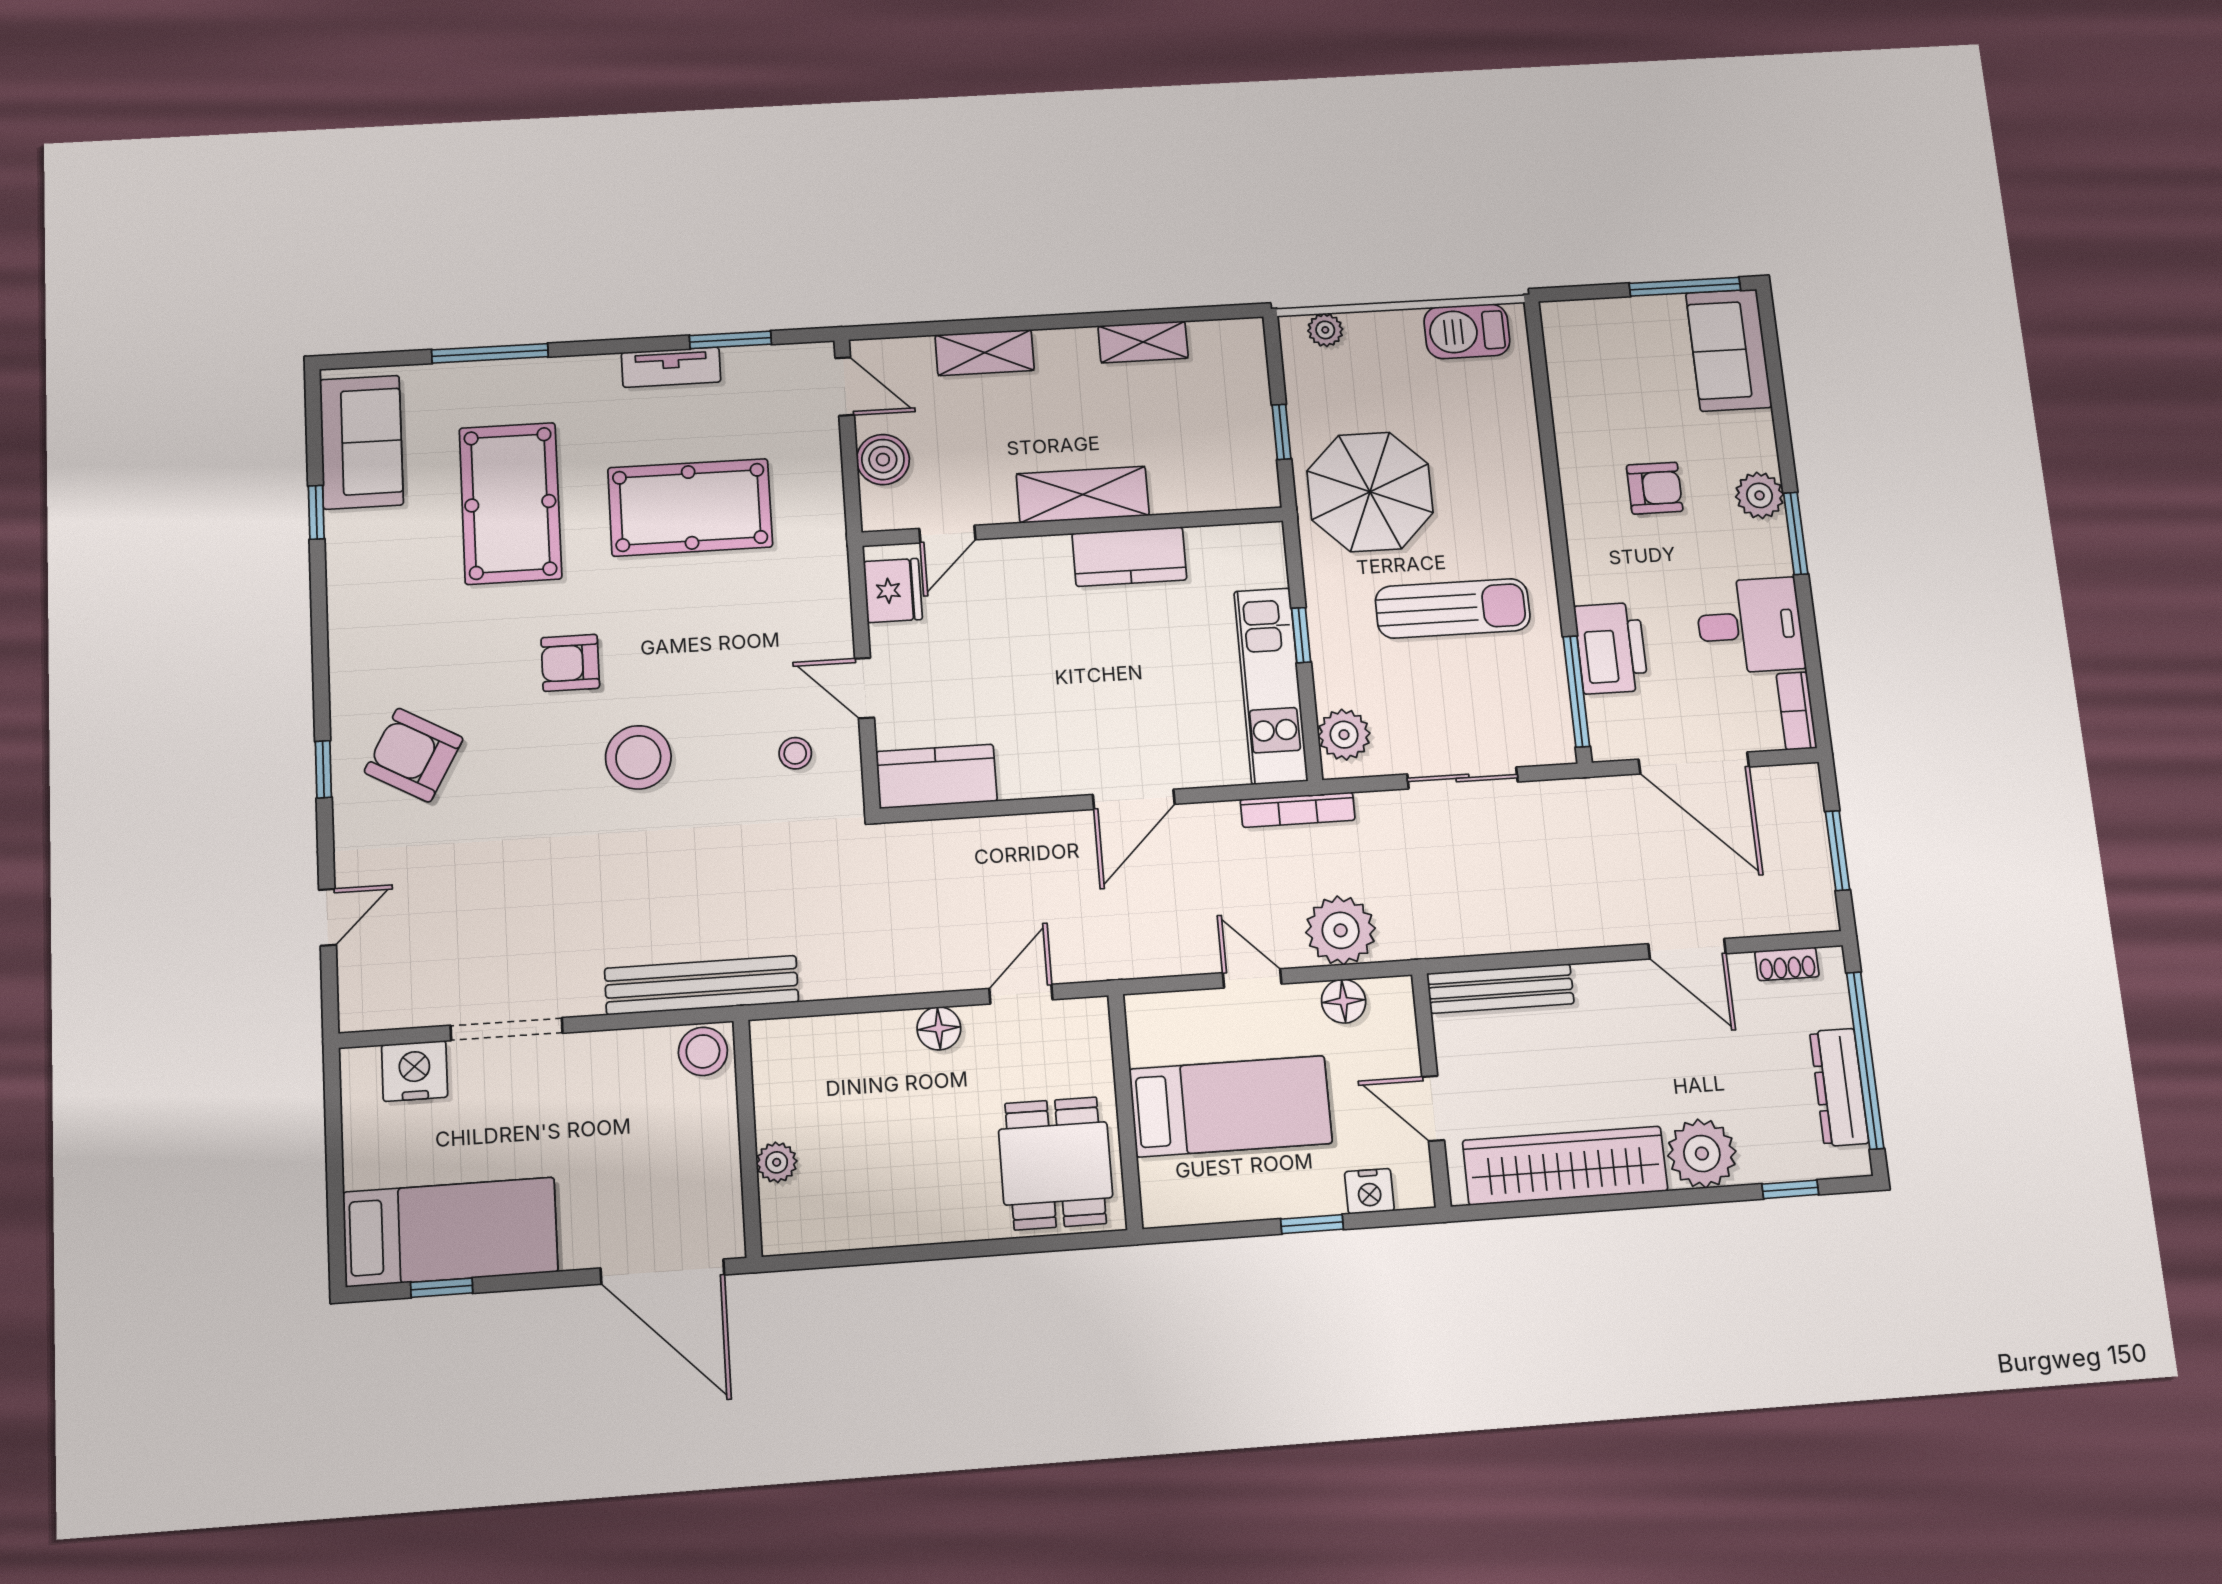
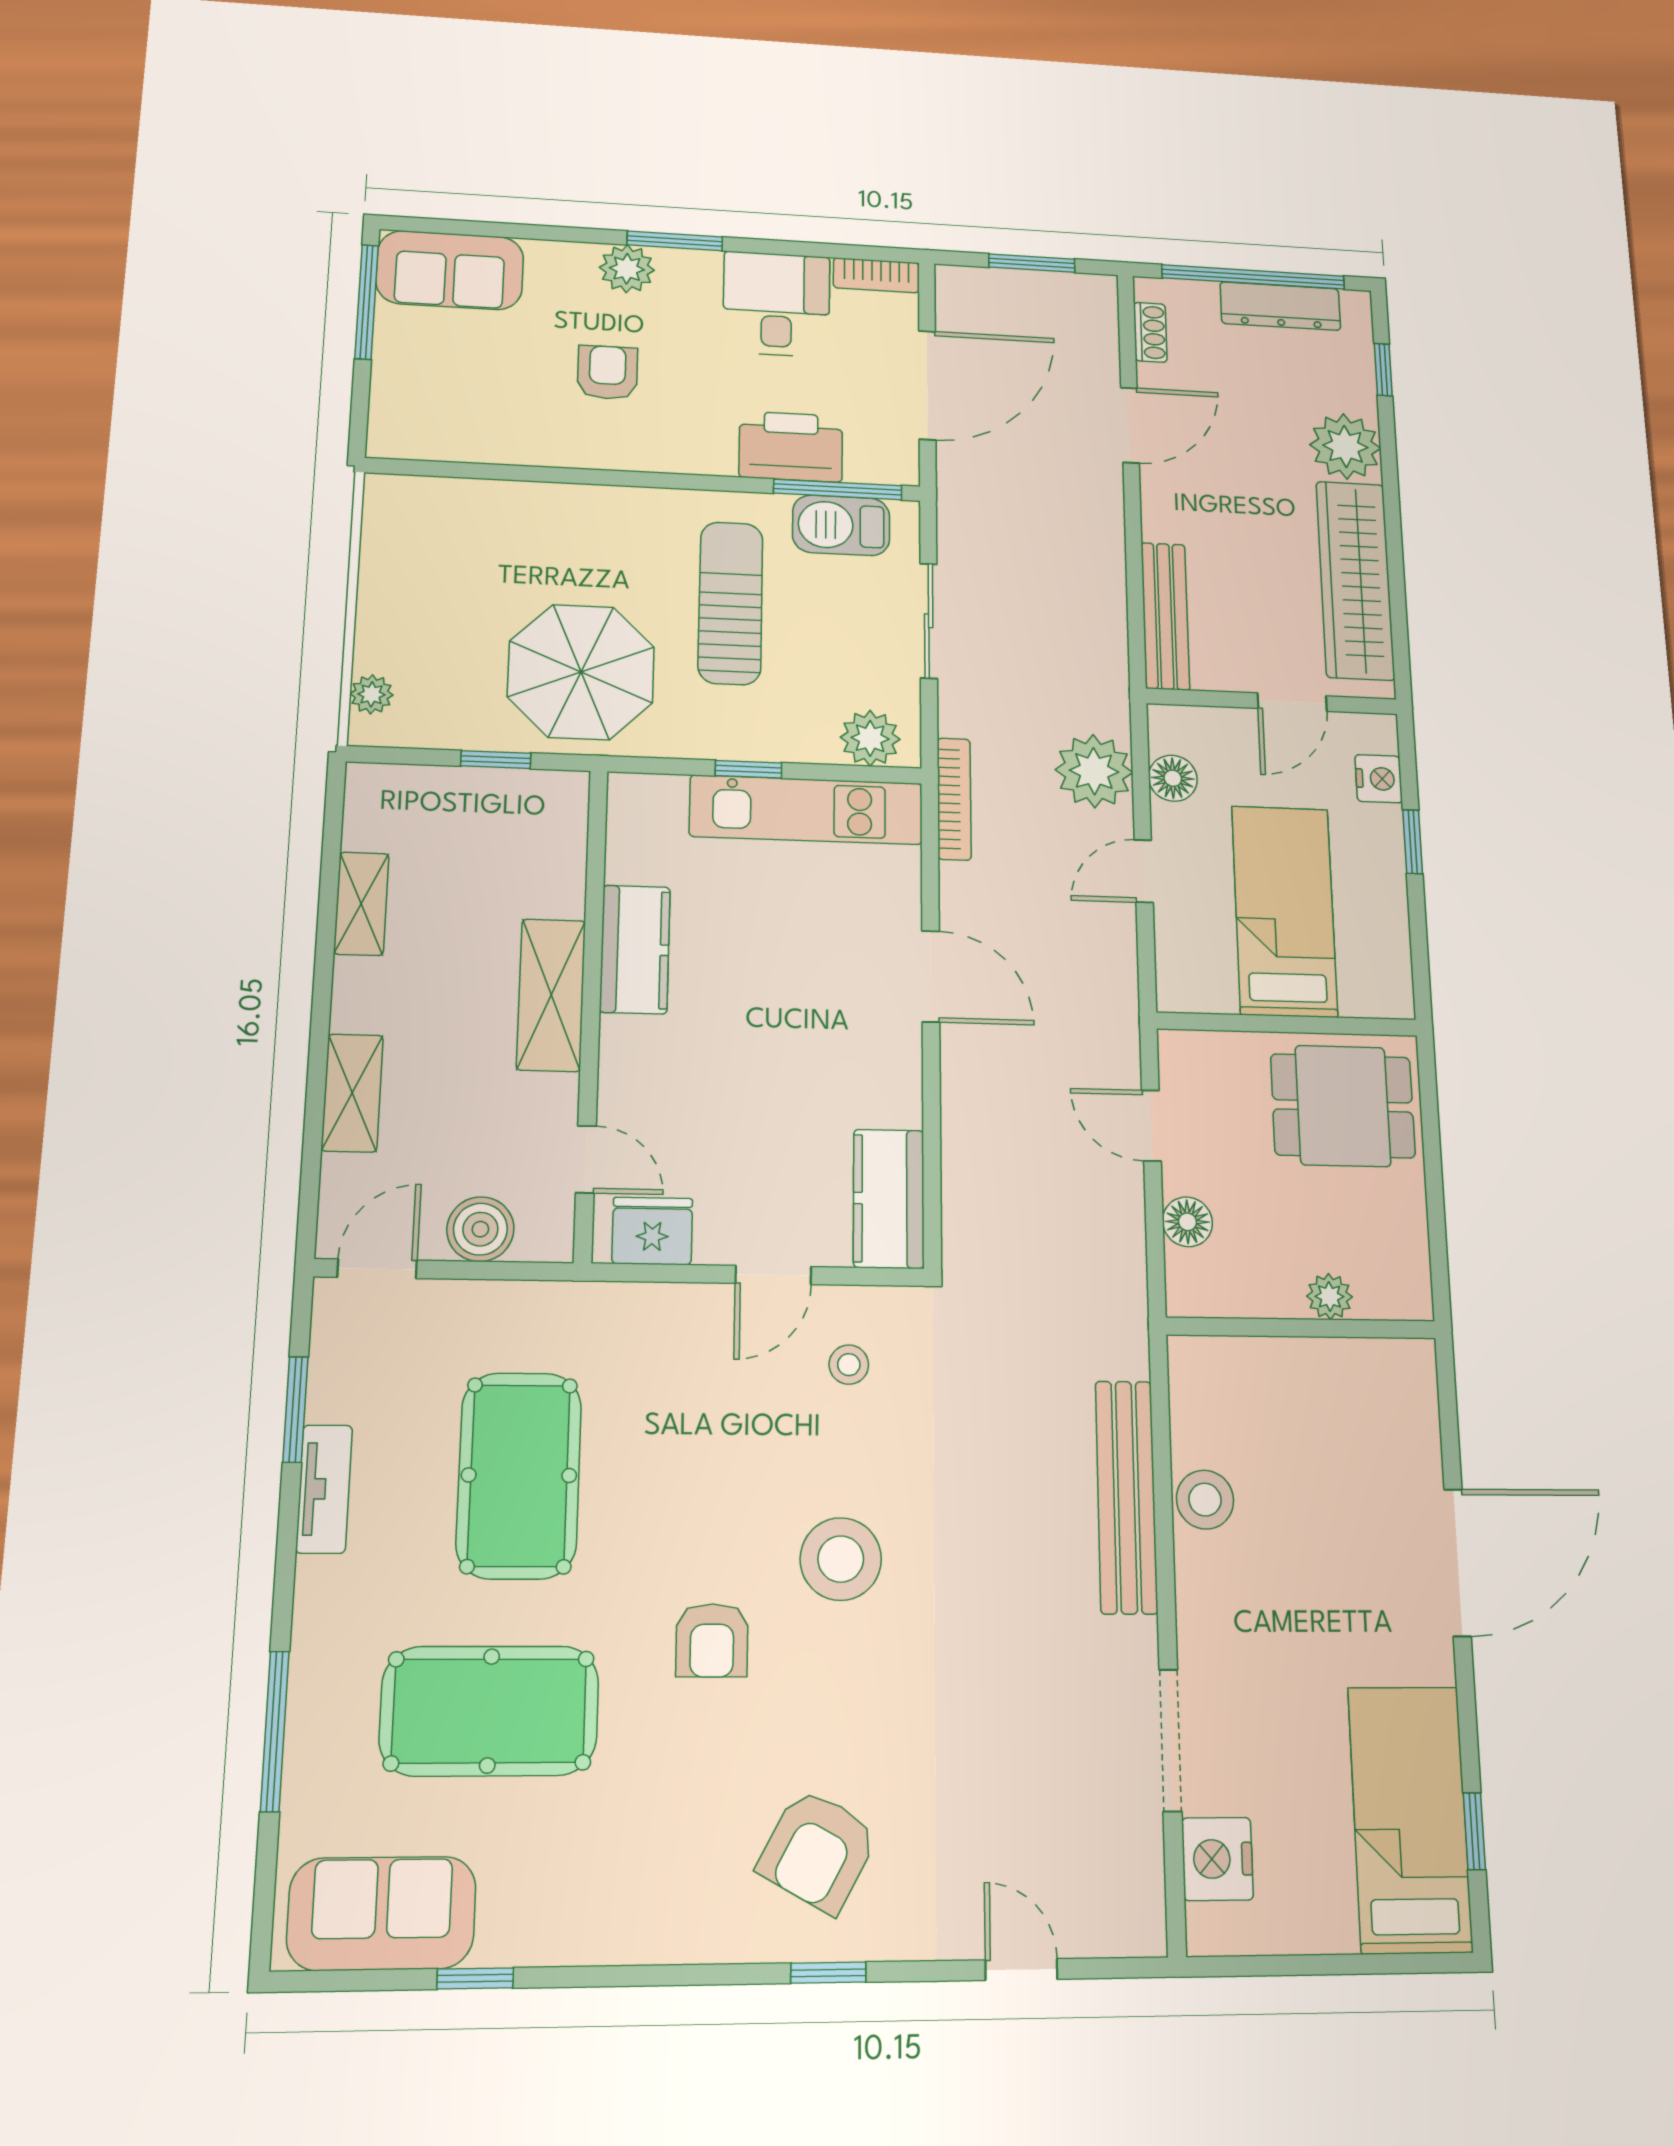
barbecue: (1467, 331) -> (841, 525), moved, turned 90
wall: (747, 1138) -> (1301, 1328), moved
plant: (777, 1162) -> (1329, 1297), moved

